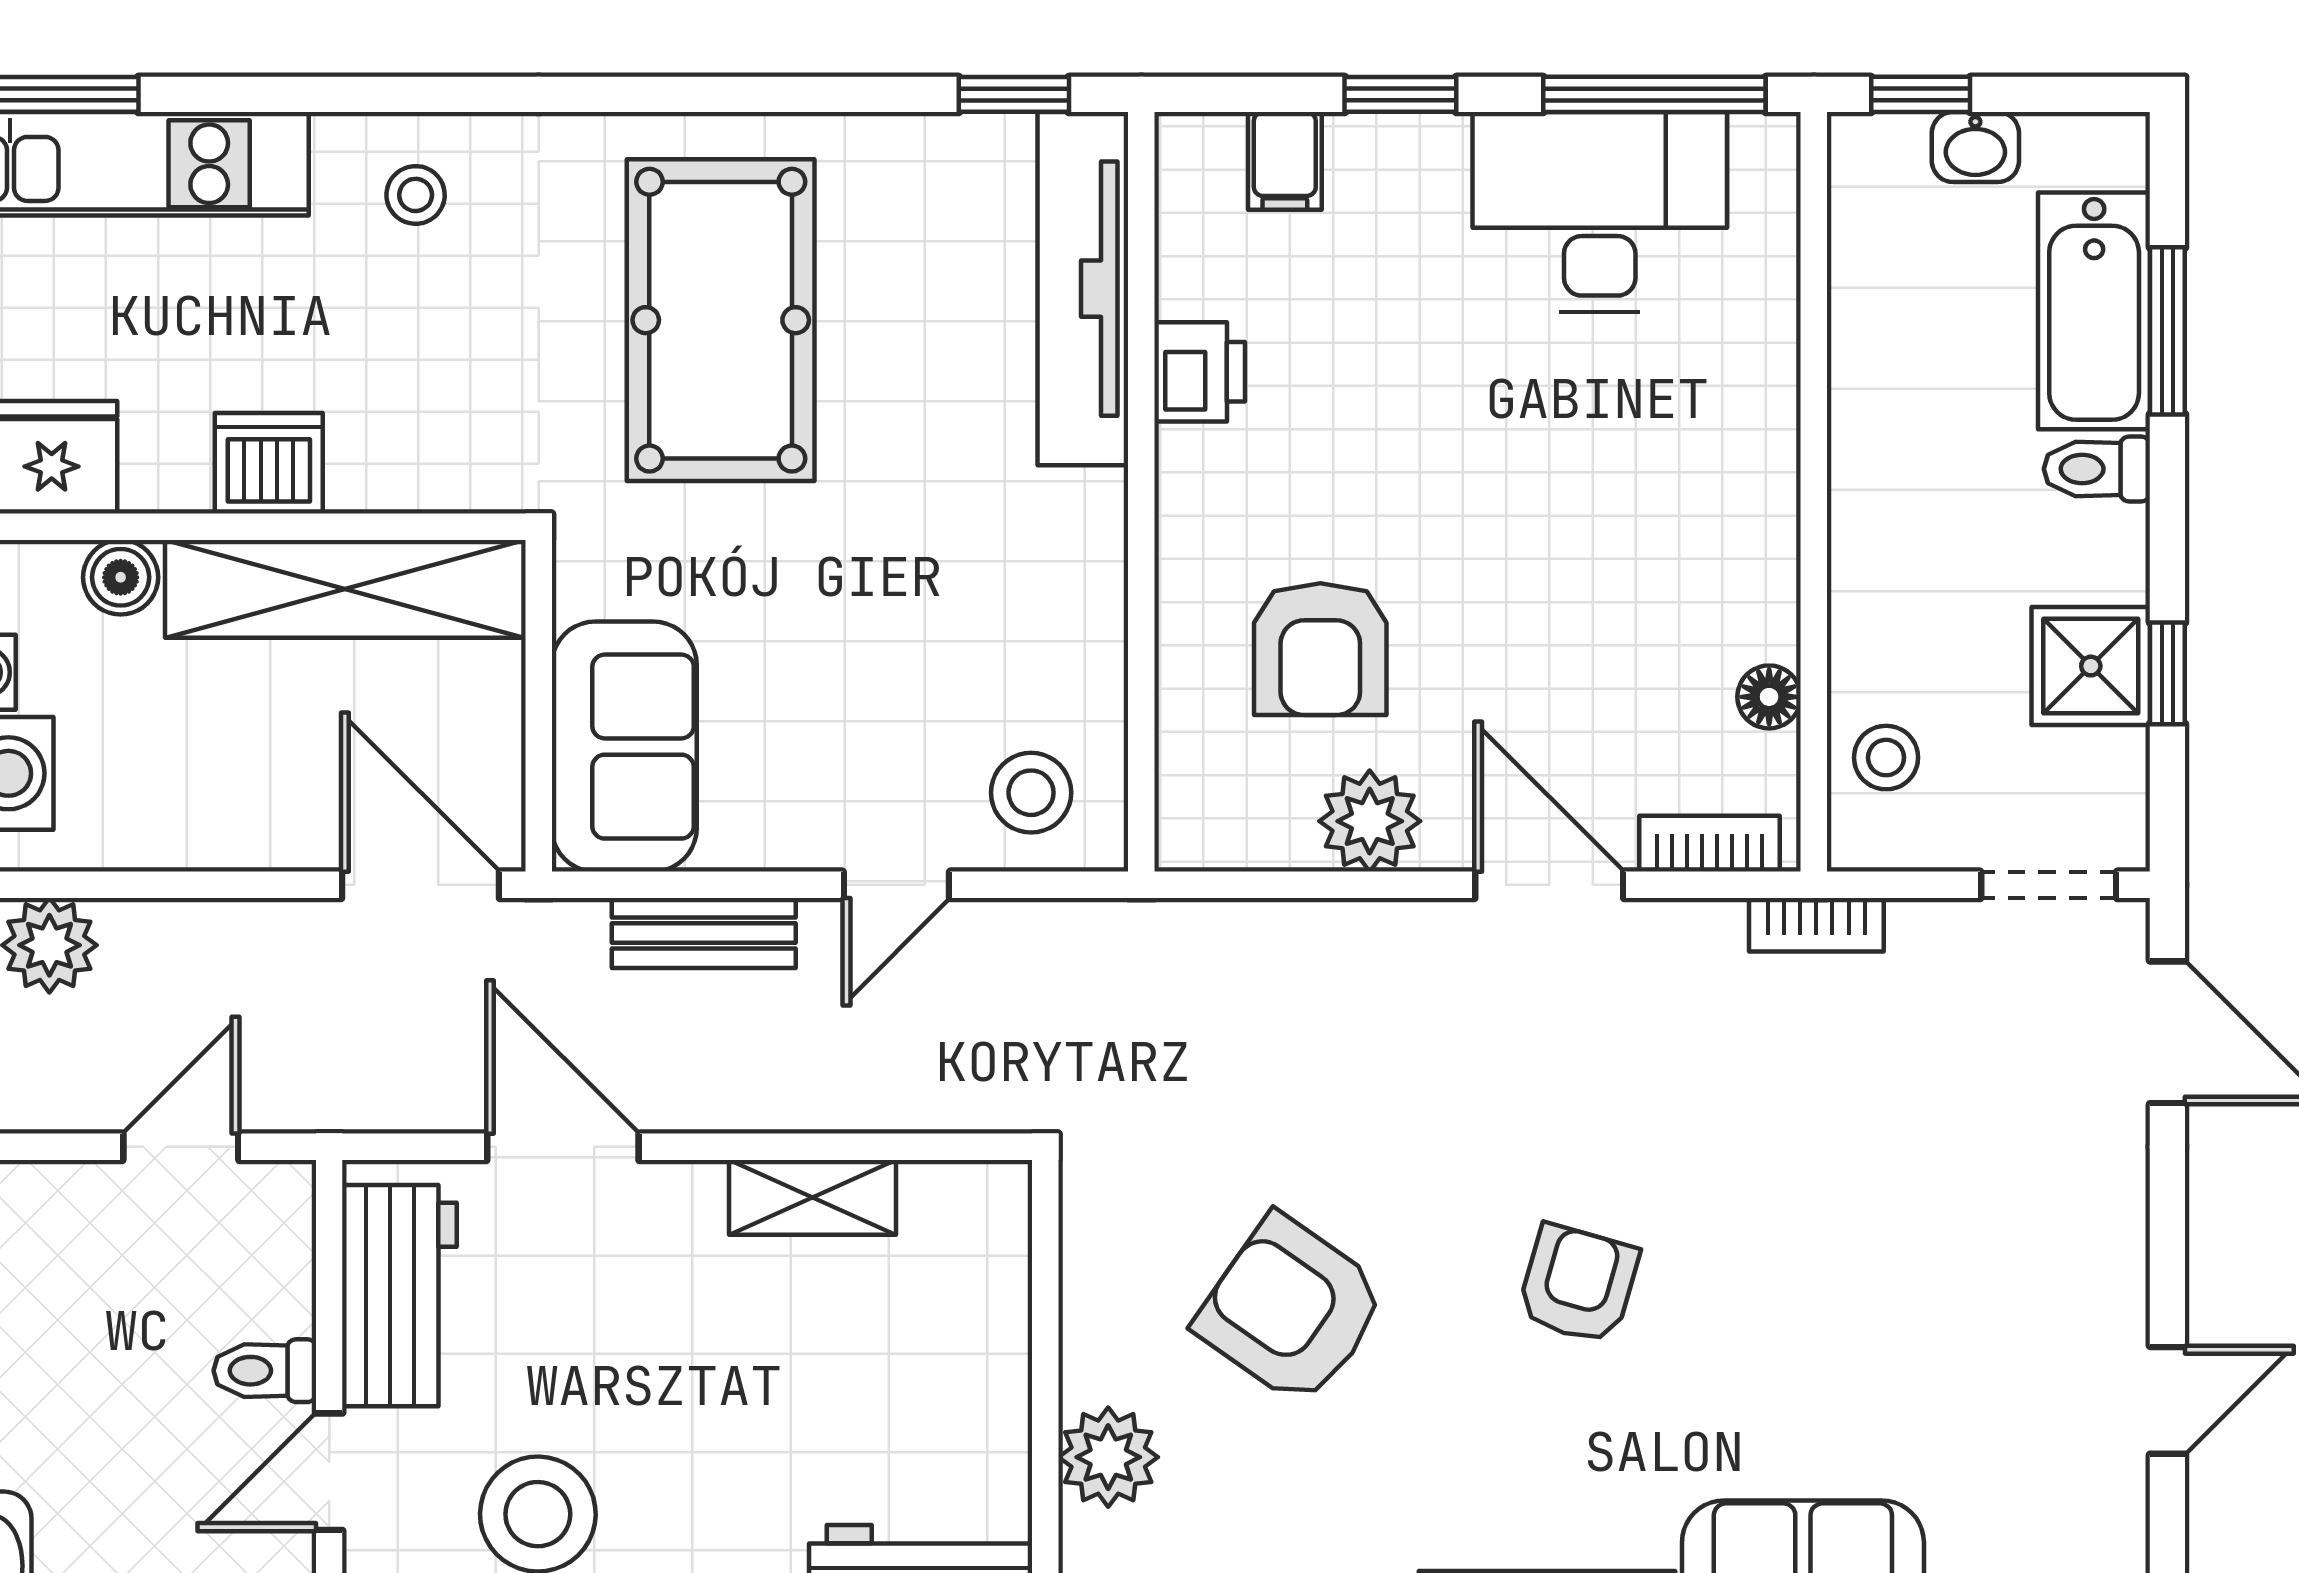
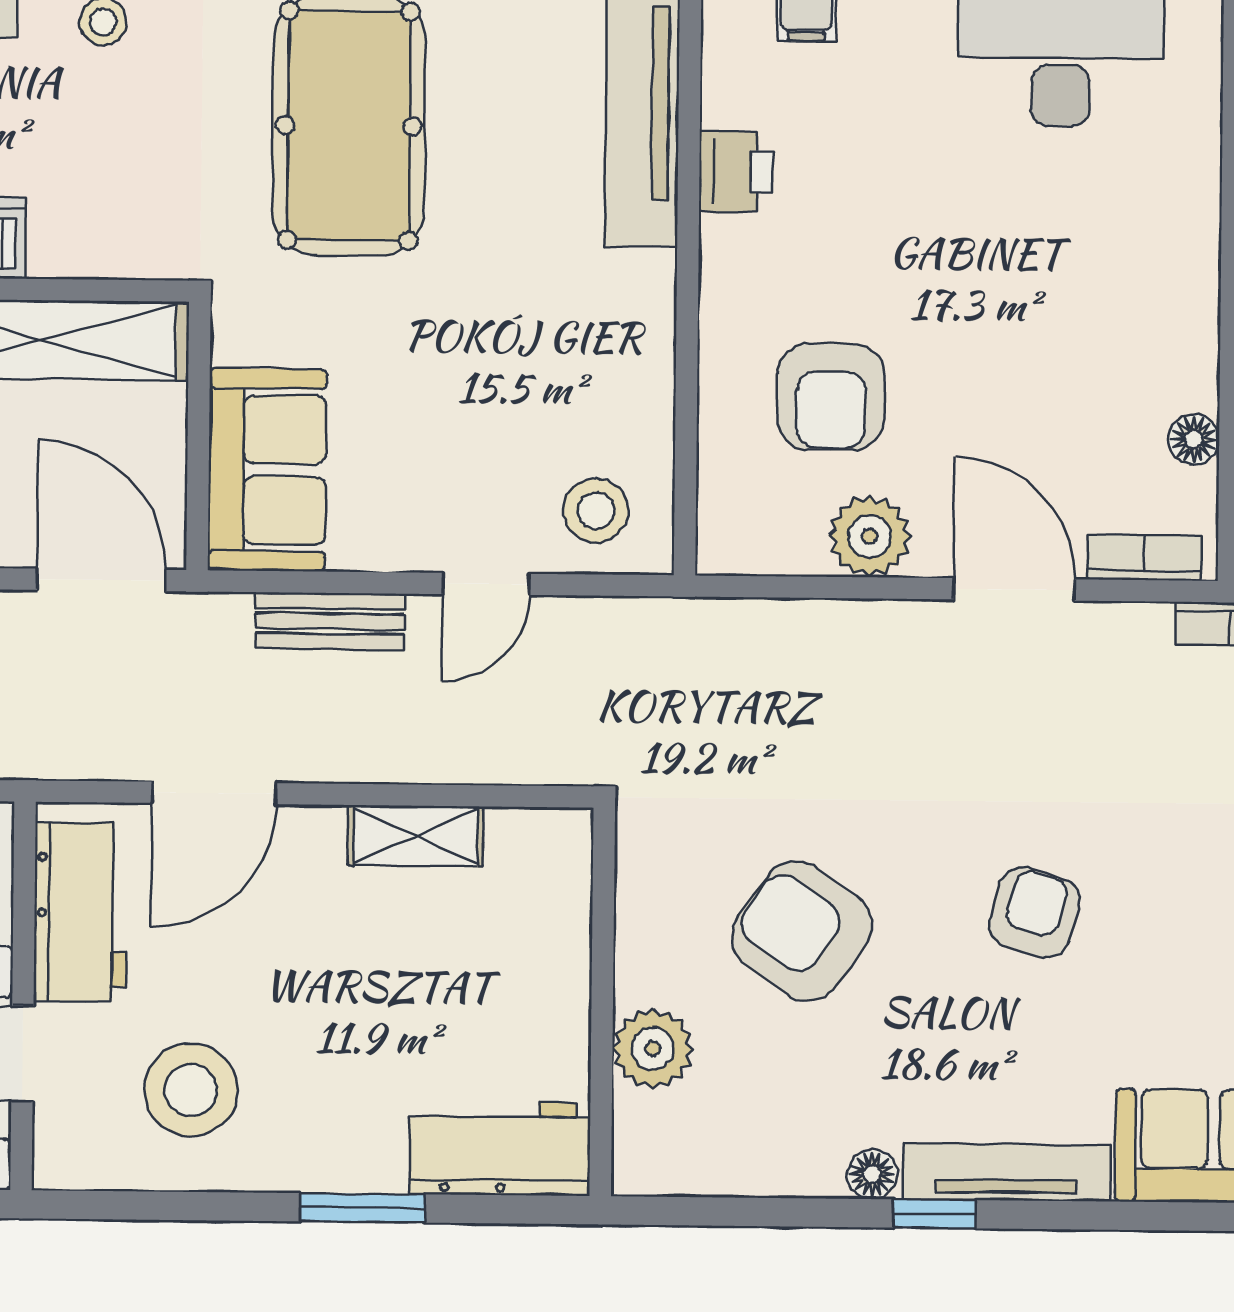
door: (563, 1147) -> (214, 793), swing flipped

